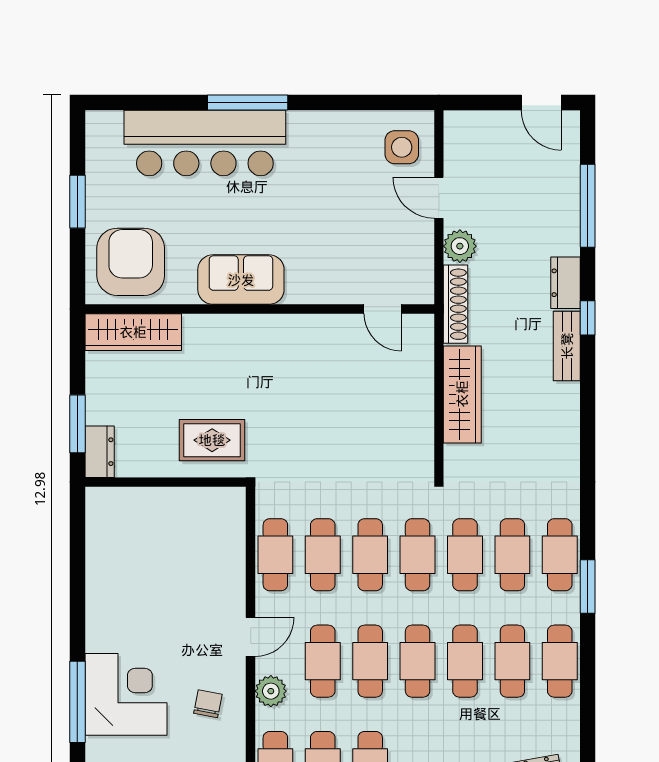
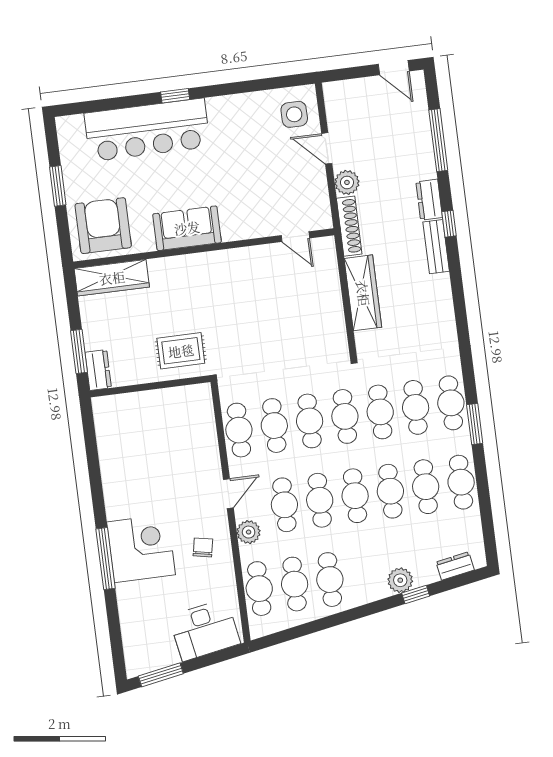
window: (248, 102) -> (175, 96), width x0.46

